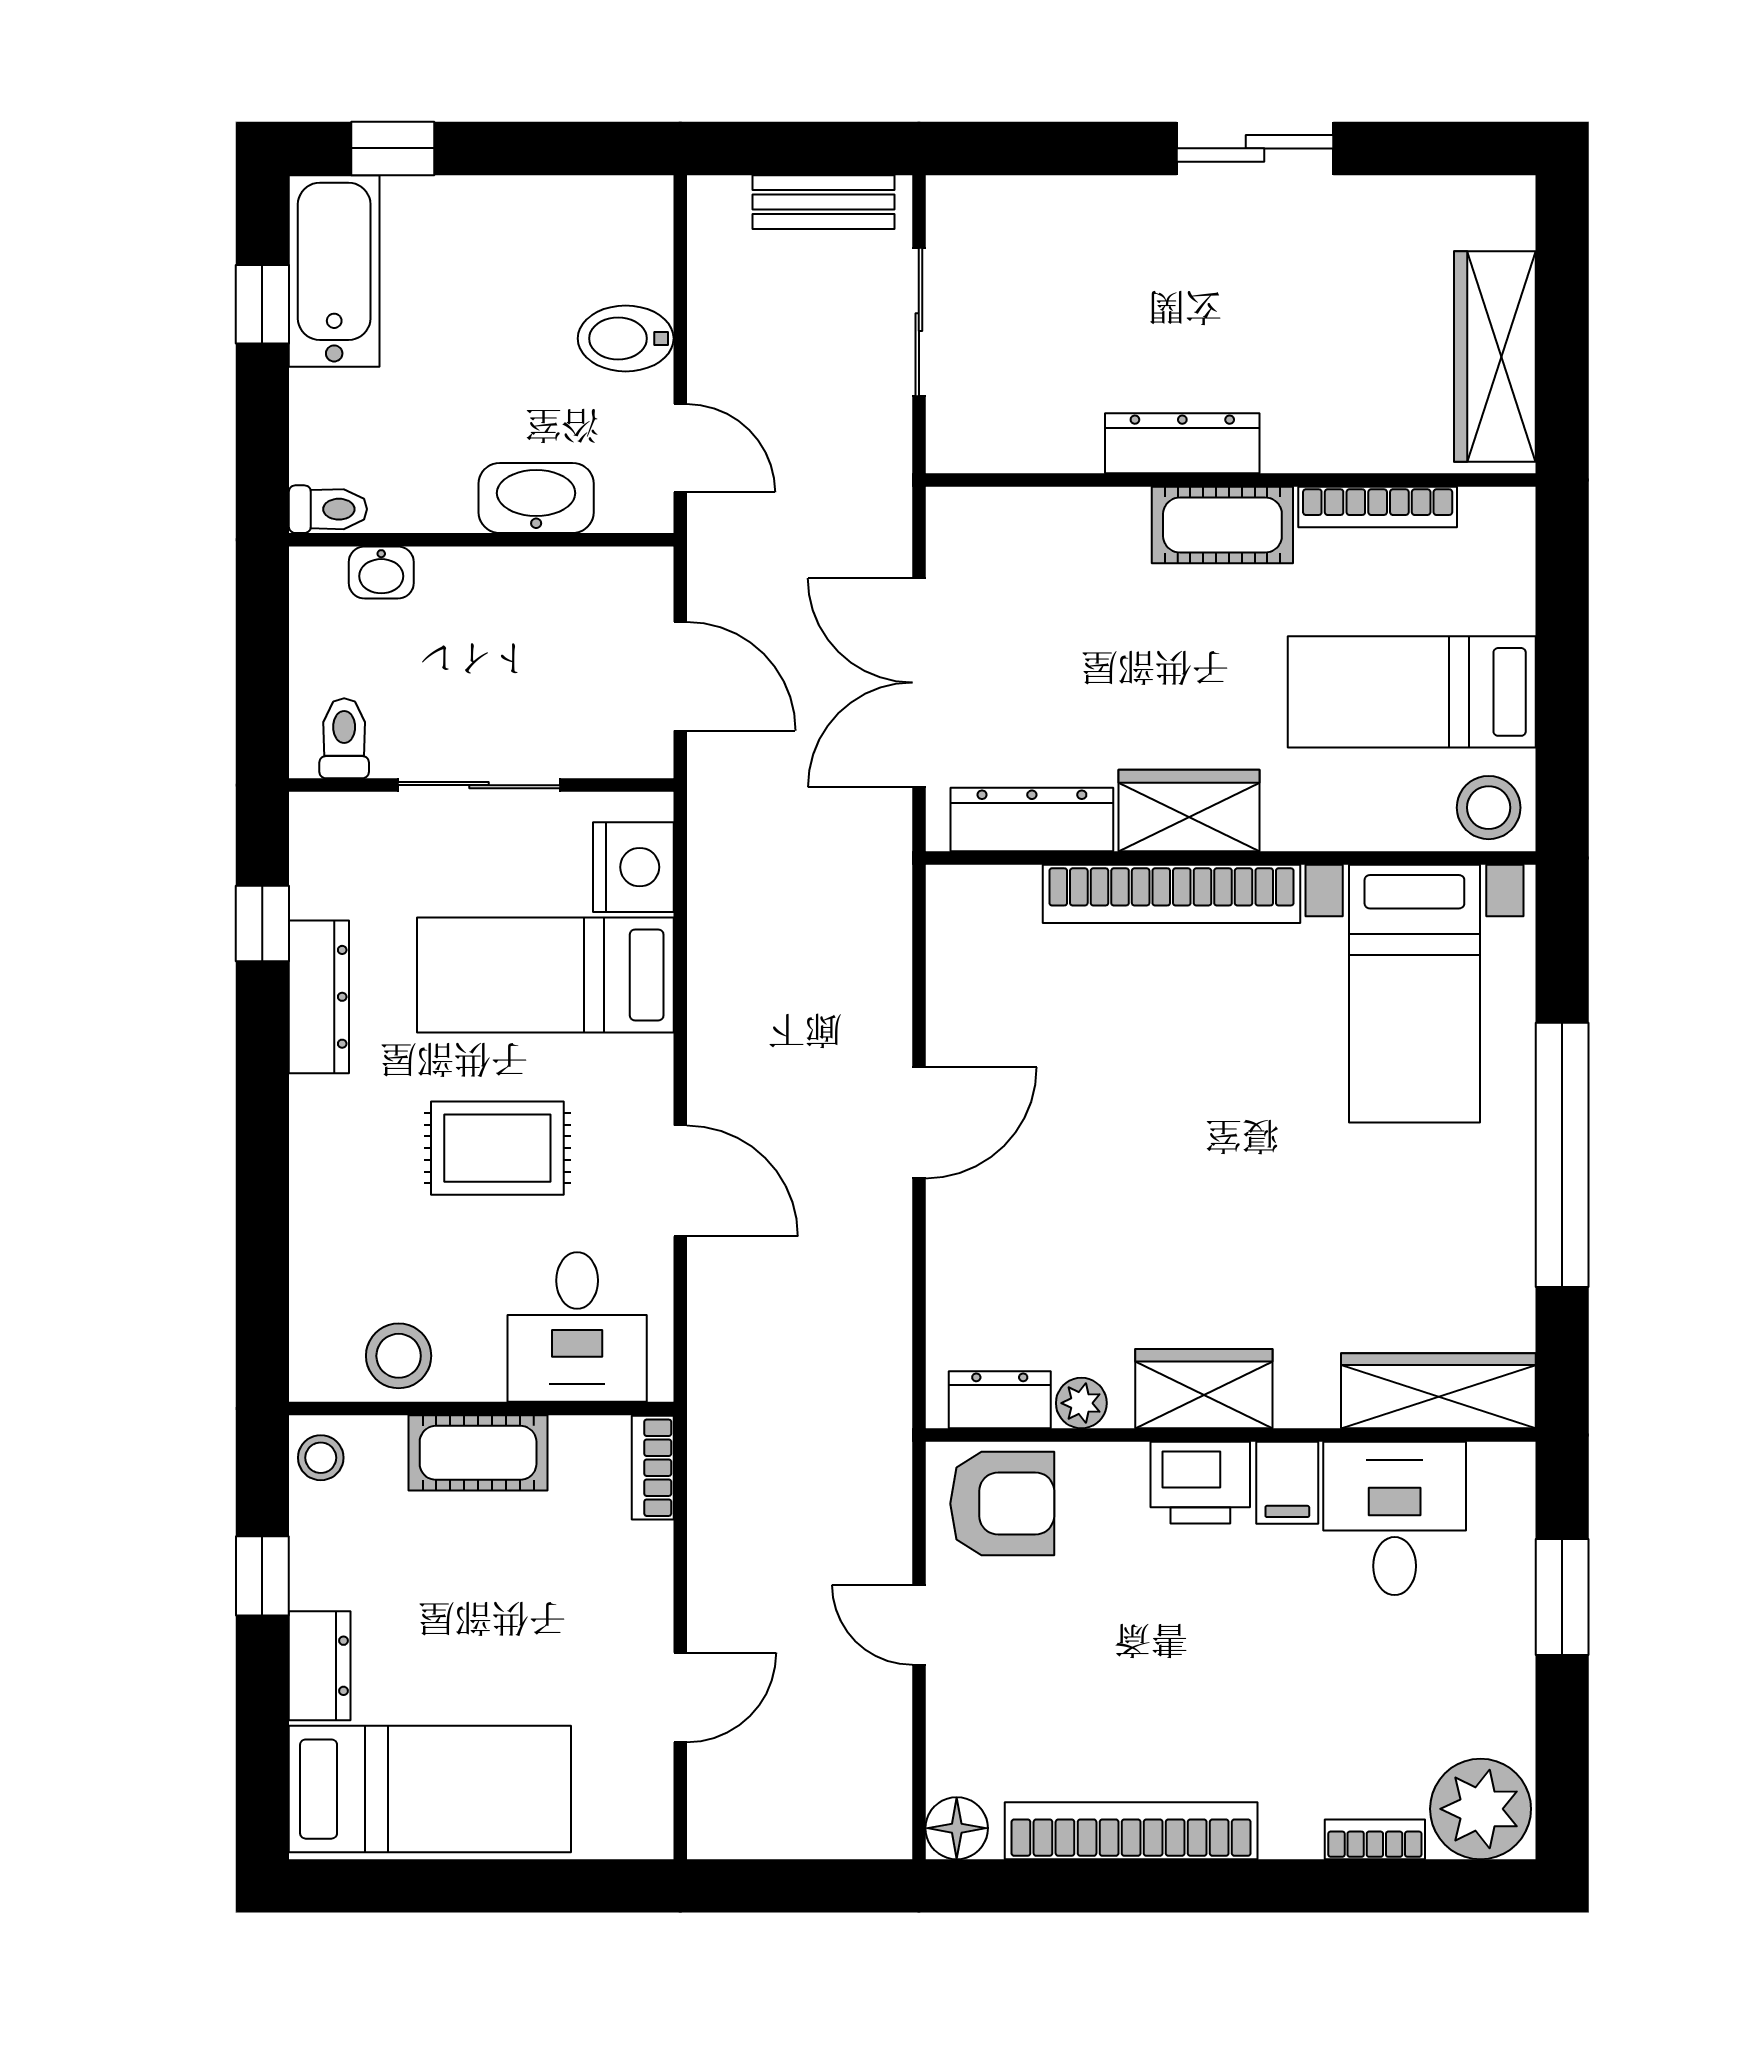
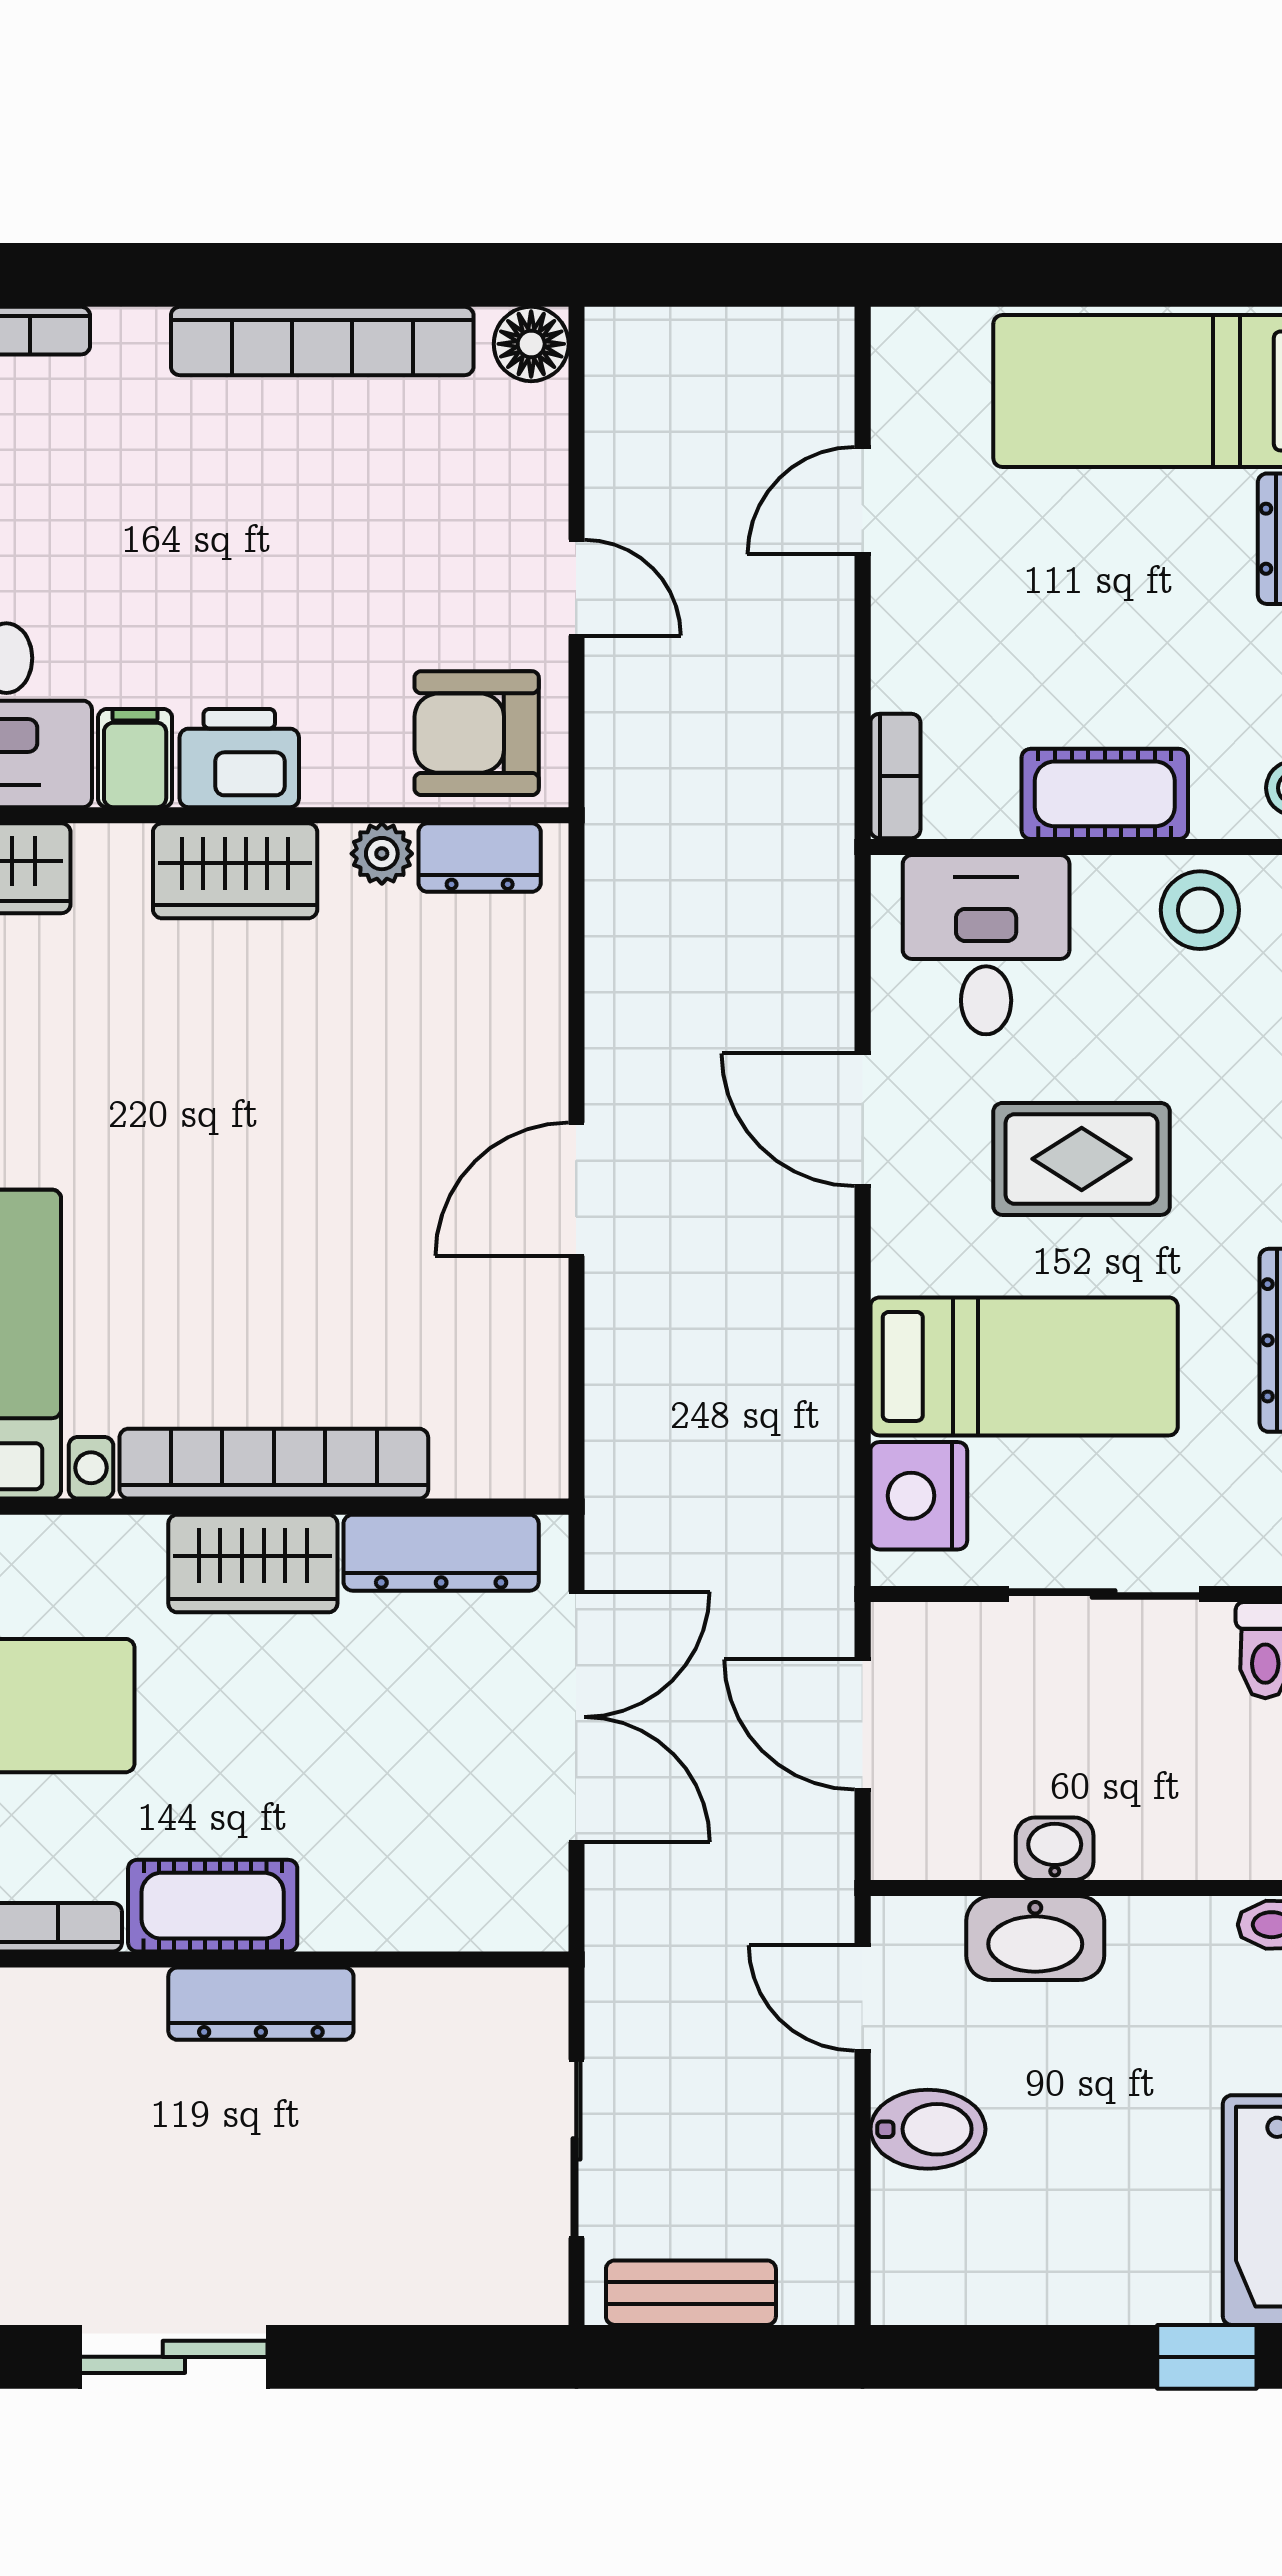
washbasin: (381, 572) -> (1055, 1849), moved

